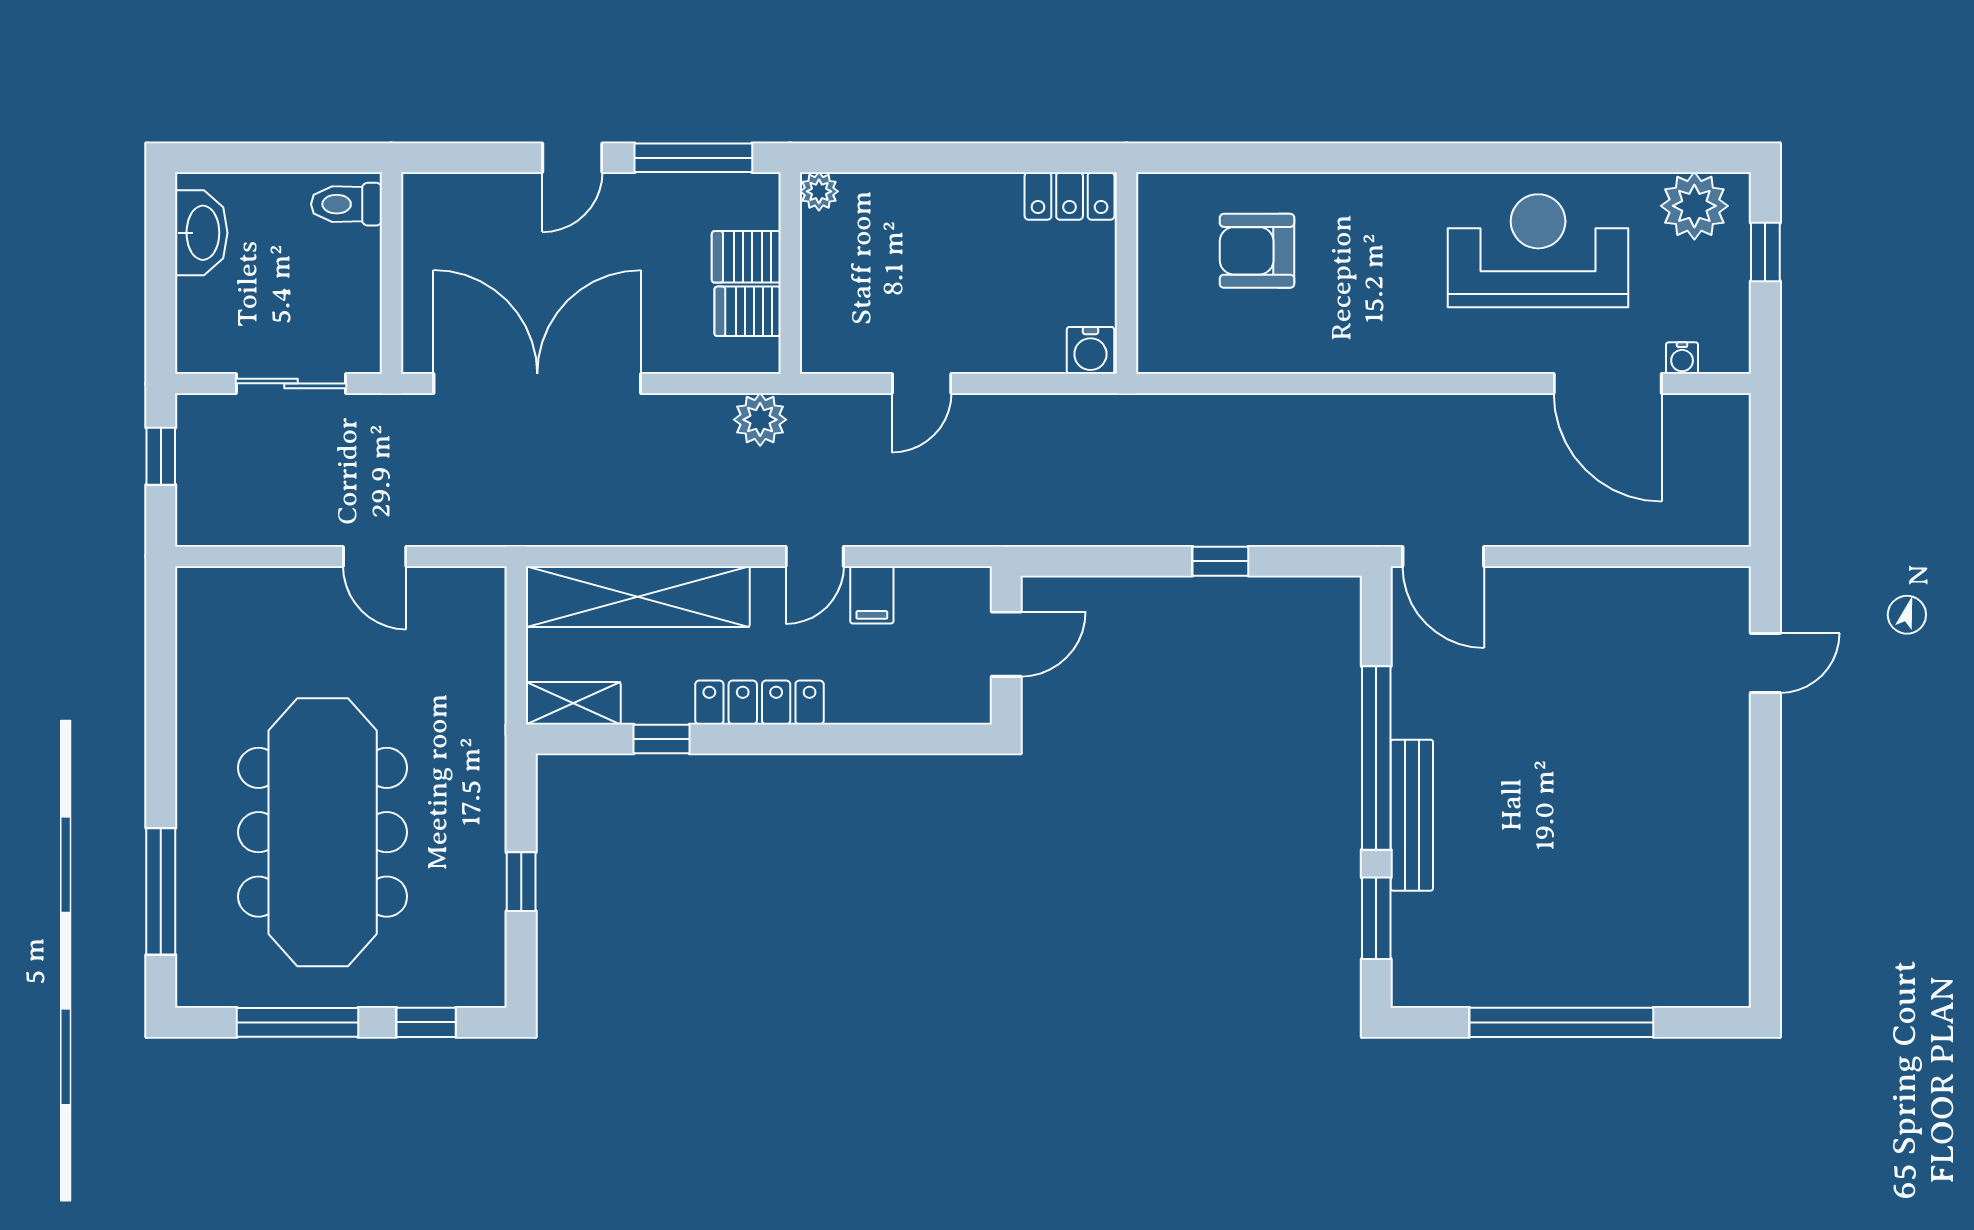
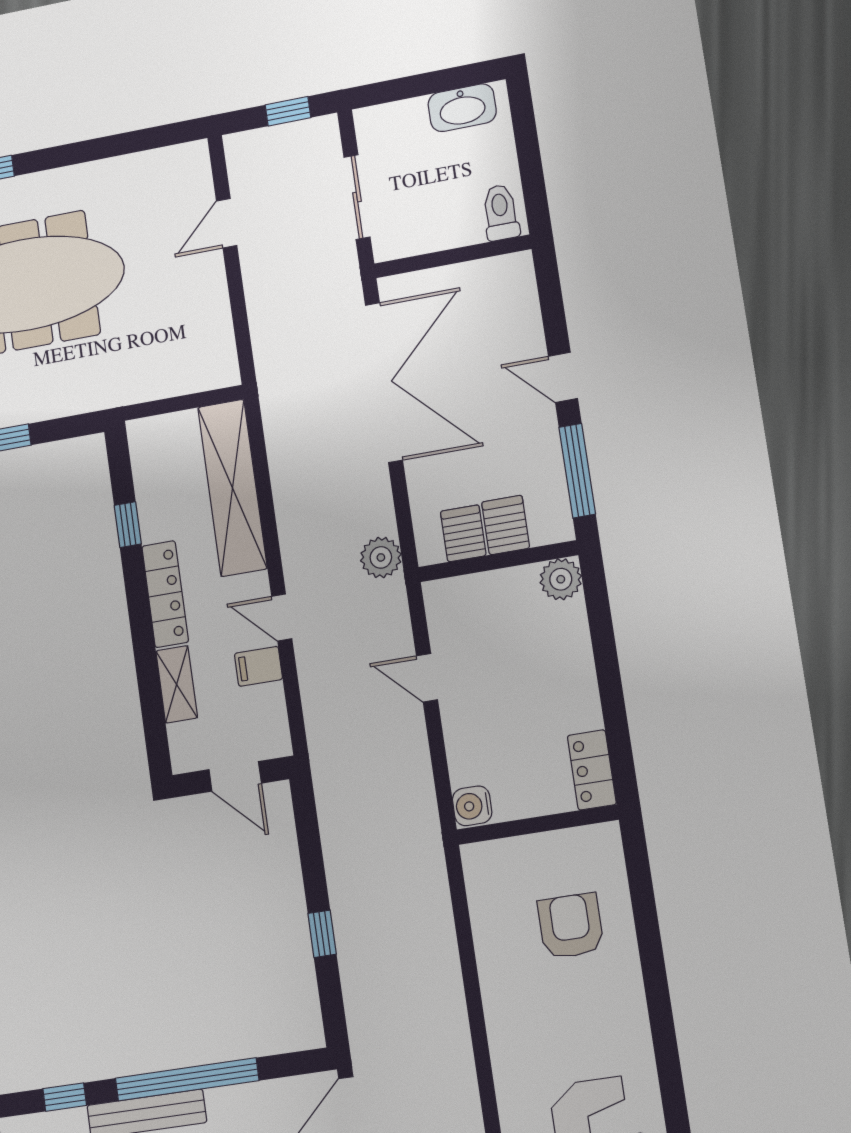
plant: (819, 191) -> (561, 579), width x1.38, depth x1.38
door: (375, 556) -> (227, 223), moved
shelving: (573, 703) -> (177, 684), moved
window: (1376, 918) -> (65, 1097), width x0.67

